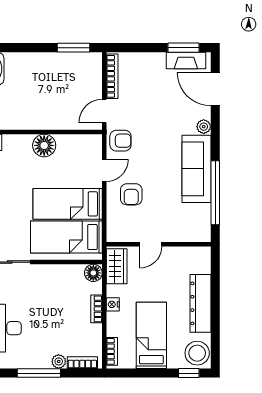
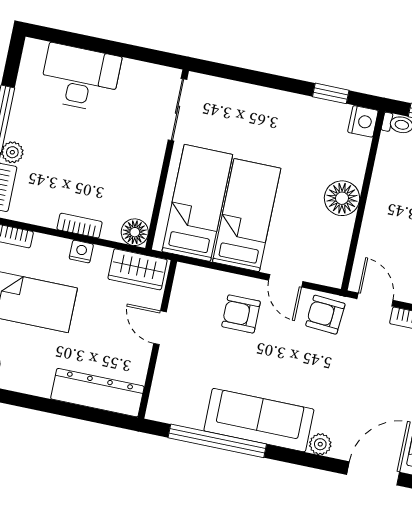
armchair: (120, 141) -> (325, 315), turned 94
dresser: (200, 303) -> (97, 393), moved

